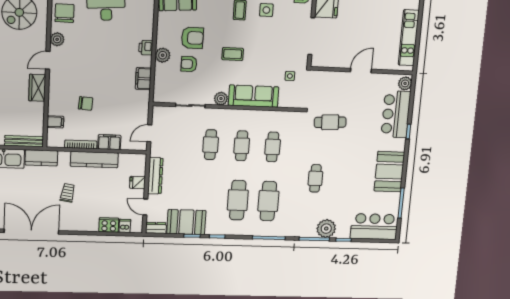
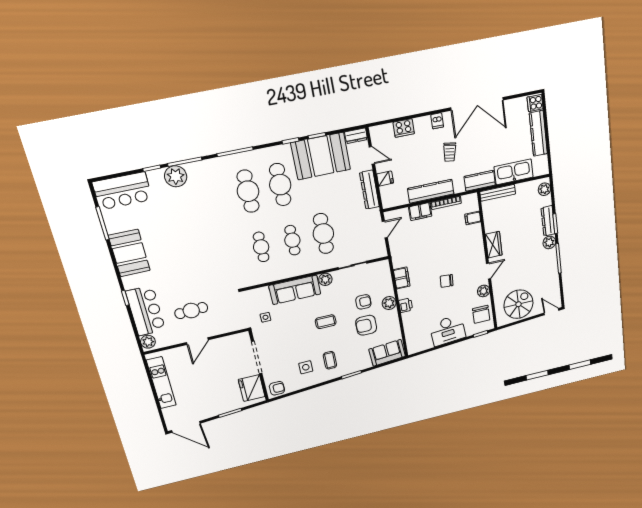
chair: (86, 103) -> (447, 281), moved
cafe table: (330, 122) -> (191, 311), moved
cafe table: (211, 145) -> (323, 234), width x1.37, depth x1.35
cafe table: (315, 178) -> (206, 227), removed
booth: (186, 222) -> (321, 156), width x1.36, depth x1.42
dishwasher: (125, 226) -> (437, 121), moved

